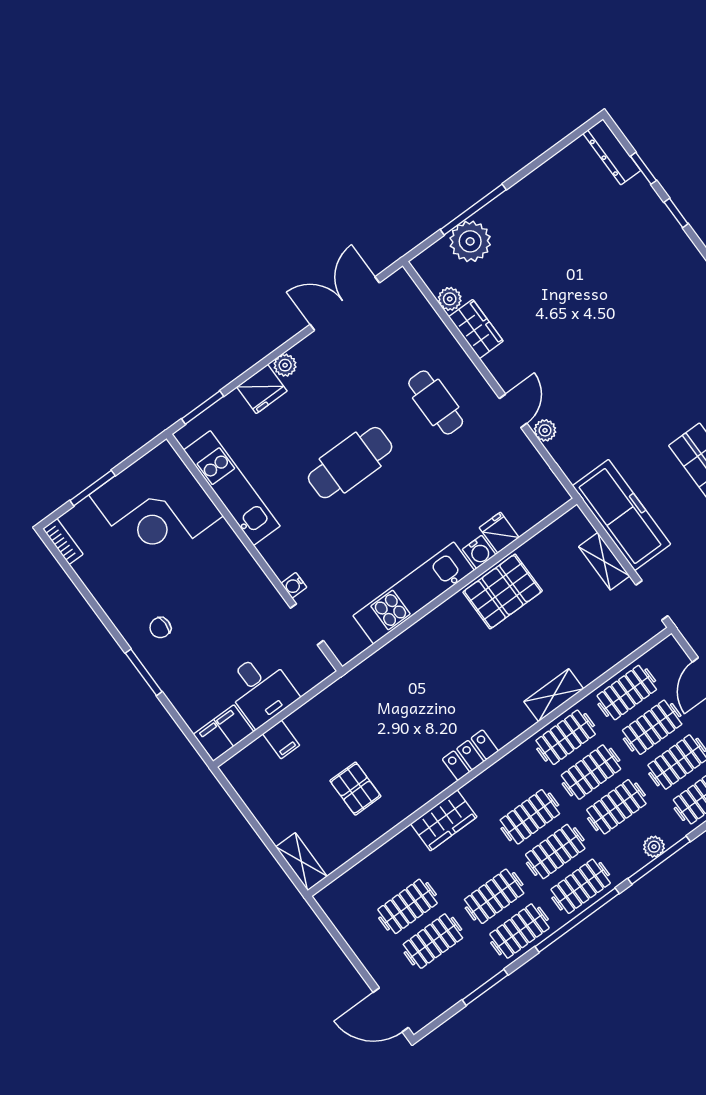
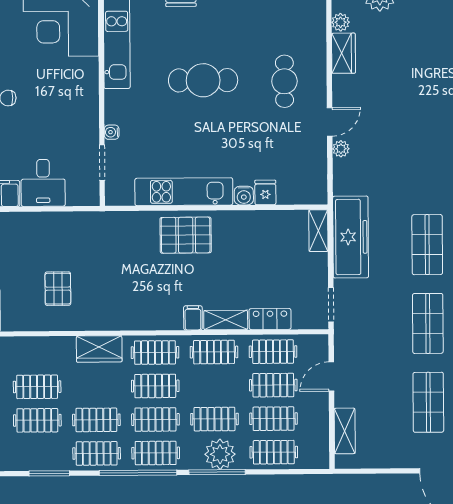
shelving: (604, 561) -> (318, 231), moved
pallet: (503, 592) -> (186, 235), moved
filing cabinet: (281, 740) -> (193, 318), moved, turned 180
locker: (470, 755) -> (270, 319), moved
clothes rail: (591, 772) -> (155, 352), moved
plant: (654, 847) -> (220, 454), width x1.87, depth x1.87

